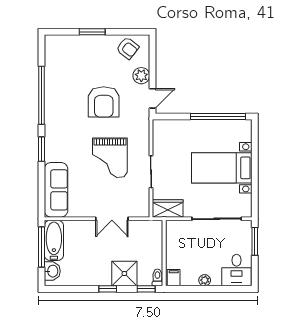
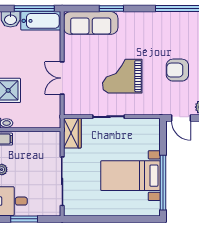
armchair: (104, 102) -> (177, 70), width x0.73, depth x0.73
window: (41, 149) -> (111, 9), moved
bed with nightstands: (222, 168) -> (130, 176), moved, turned -90
window: (255, 241) -> (24, 219), moved

